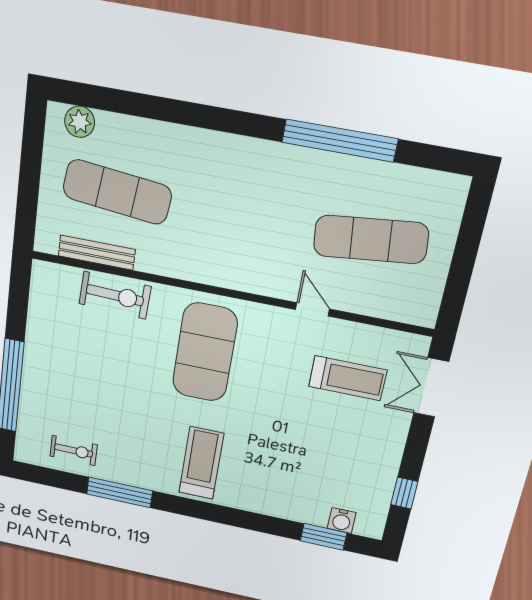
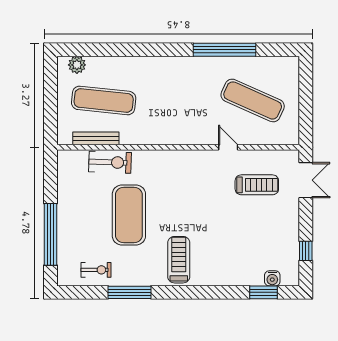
exercise mat: (371, 239) -> (253, 100), turned 30
exercise mat: (205, 352) -> (129, 215), moved
double door: (431, 387) -> (306, 180), swing flipped

